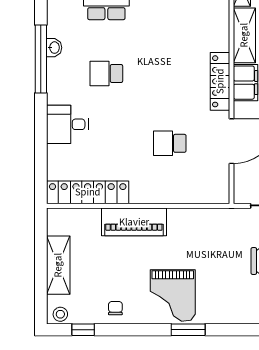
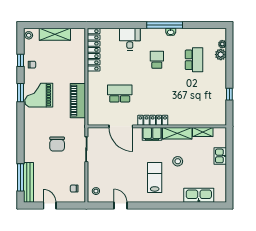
school desk: (170, 143) -> (120, 94), width x1.85
piano: (134, 222) -> (78, 101), moved
window: (83, 330) -> (20, 60), moved
window: (188, 330) -> (20, 93), moved

